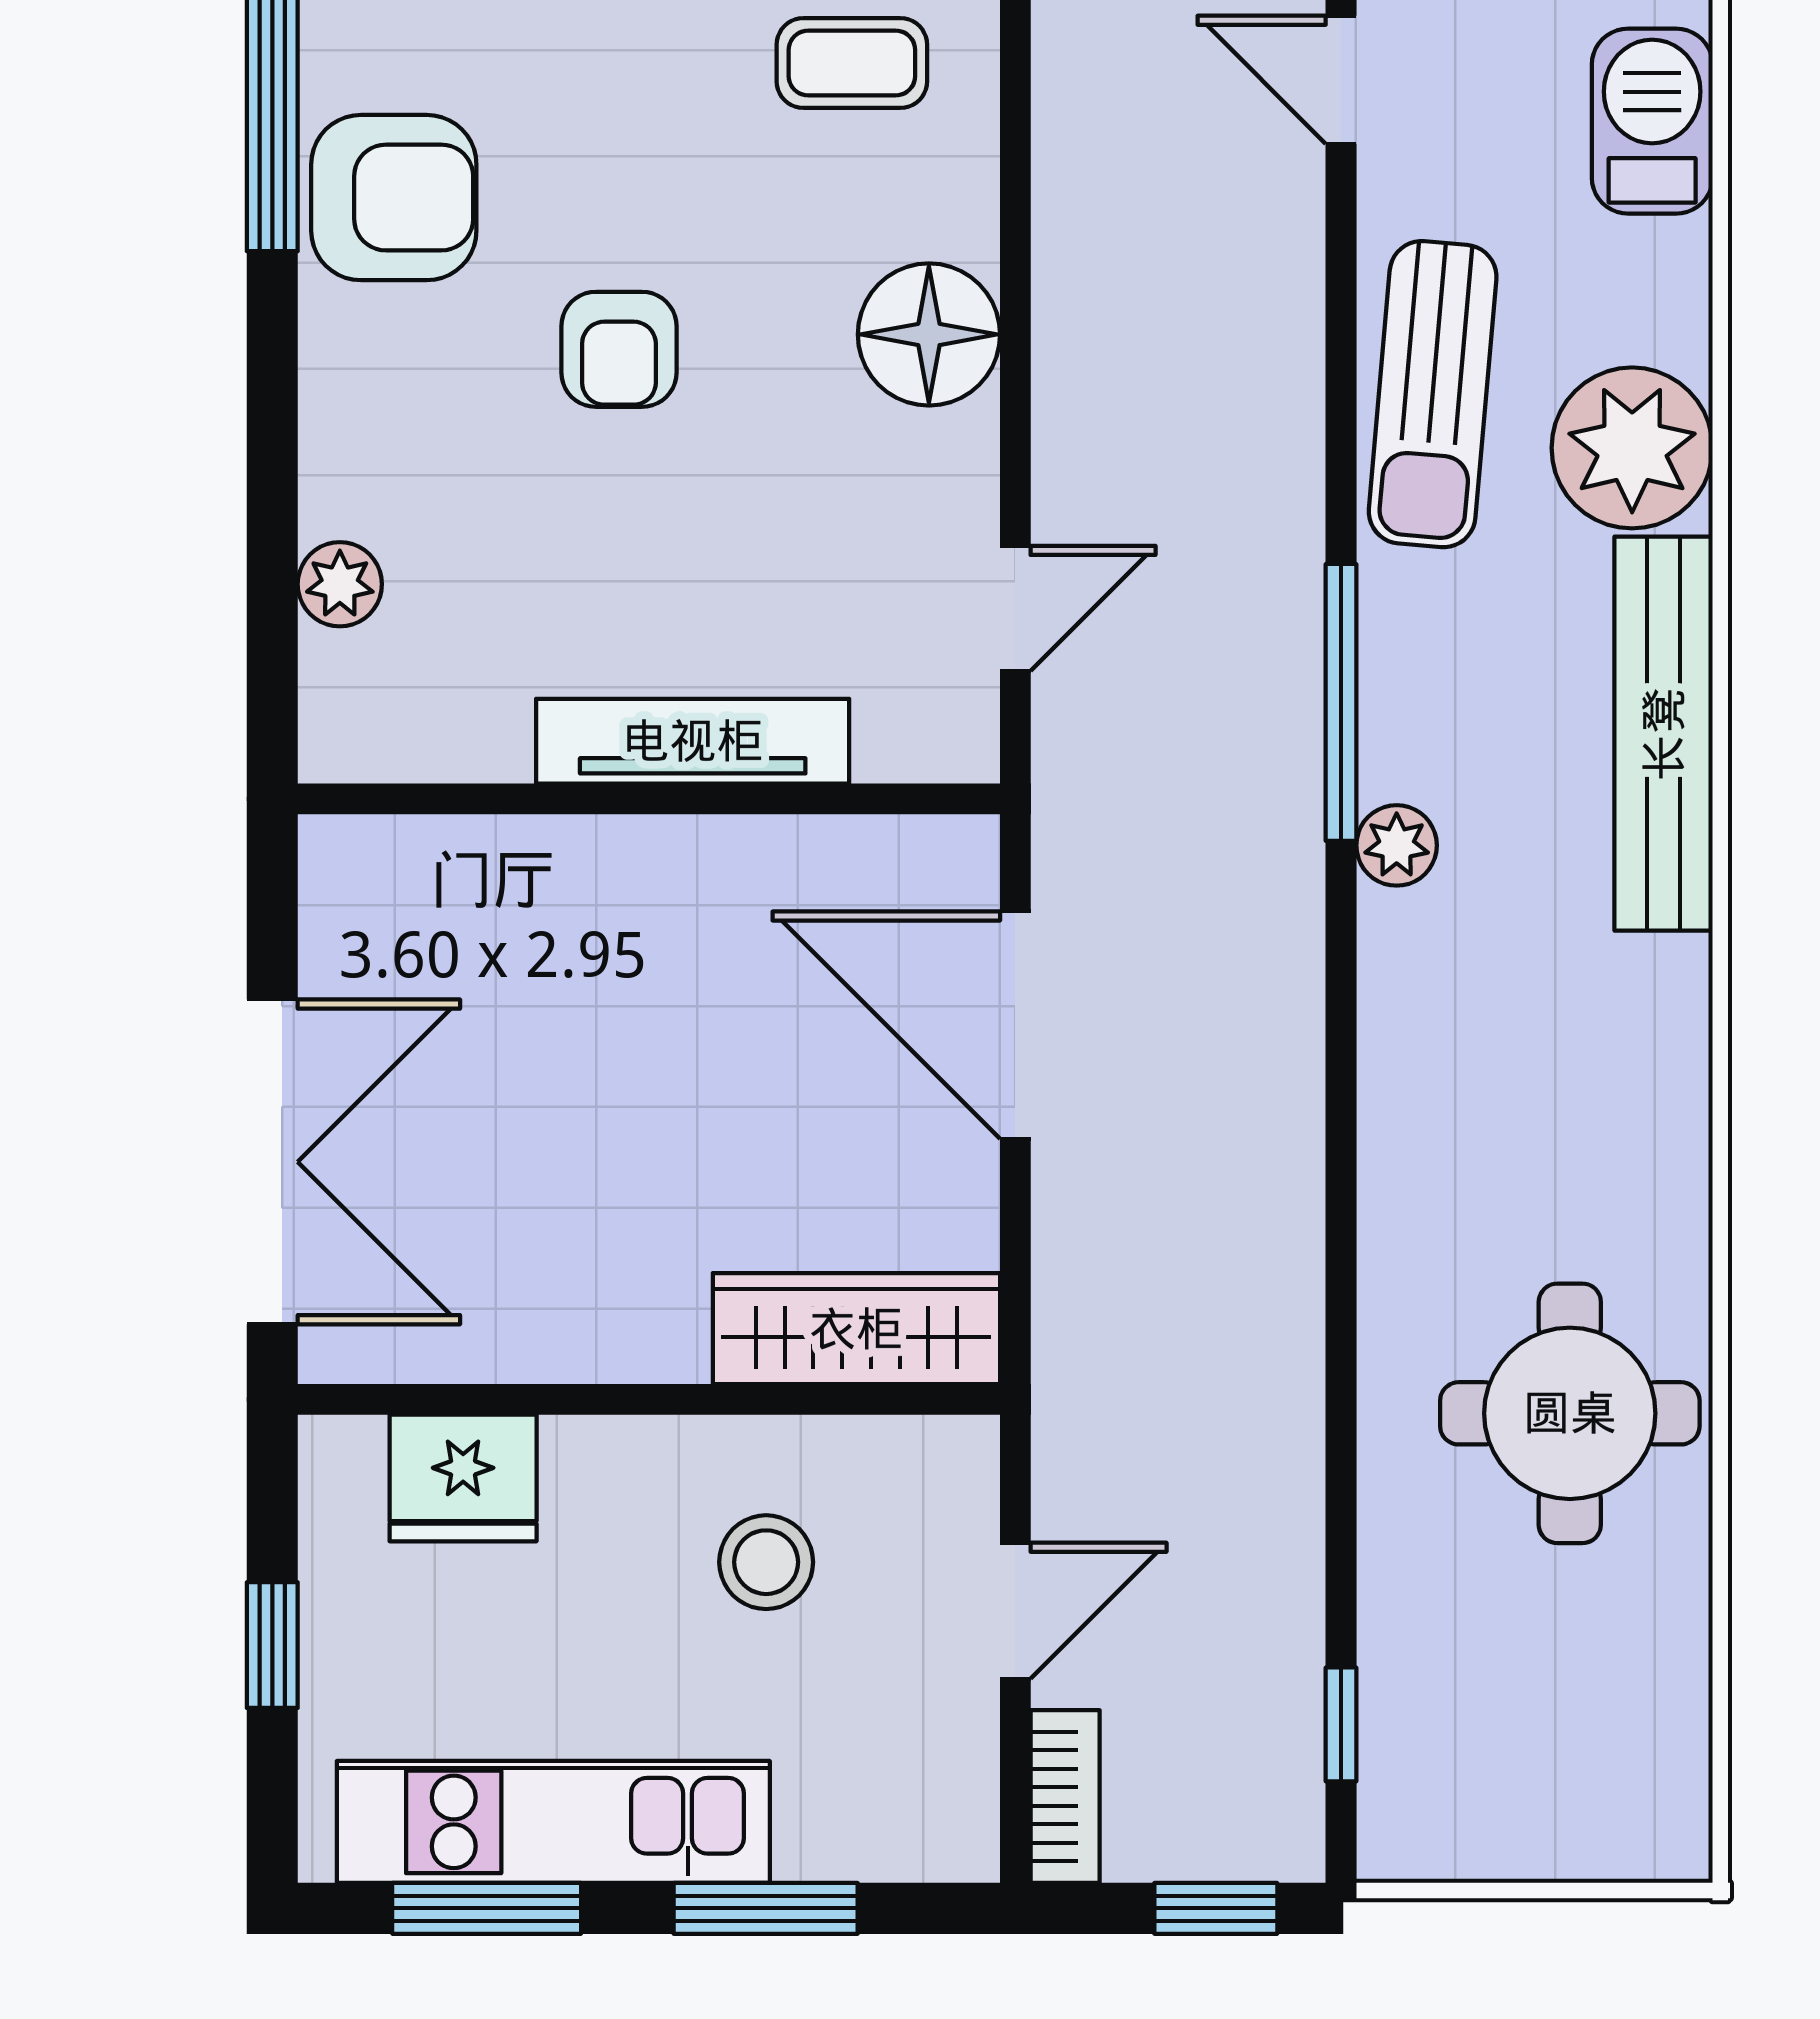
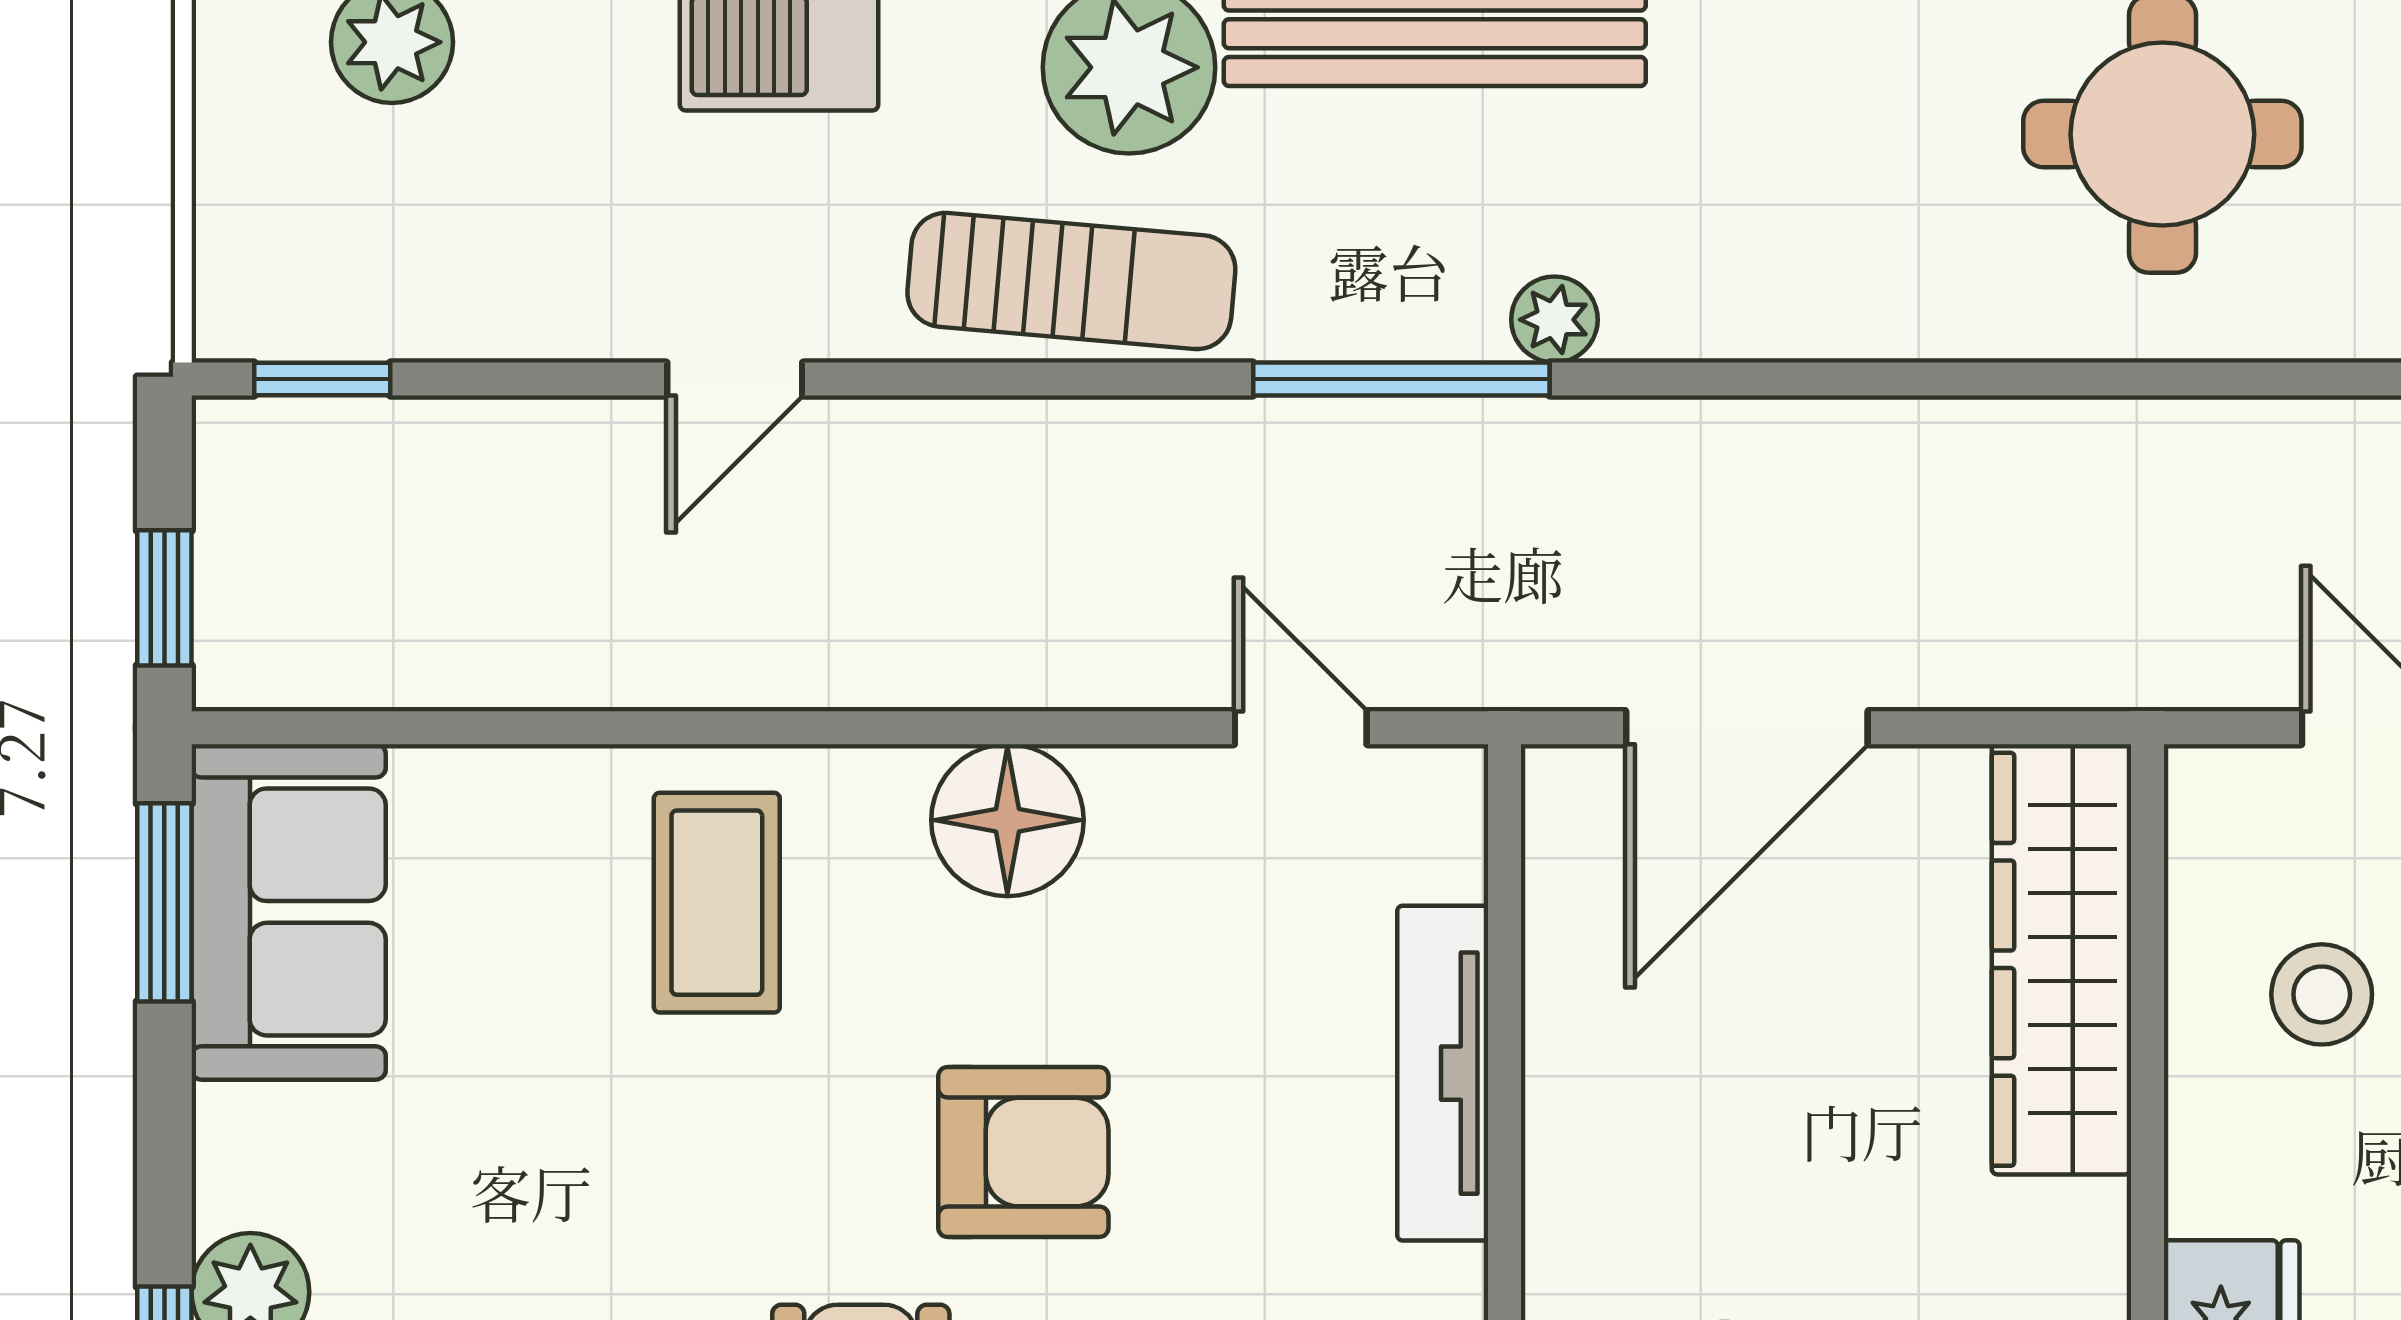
coffee table: (852, 63) -> (717, 903), width x1.36, depth x1.30
armchair: (619, 349) -> (1023, 1152), width x1.38, depth x1.38
wardrobe: (856, 1329) -> (2061, 959), width x1.40, depth x1.17

